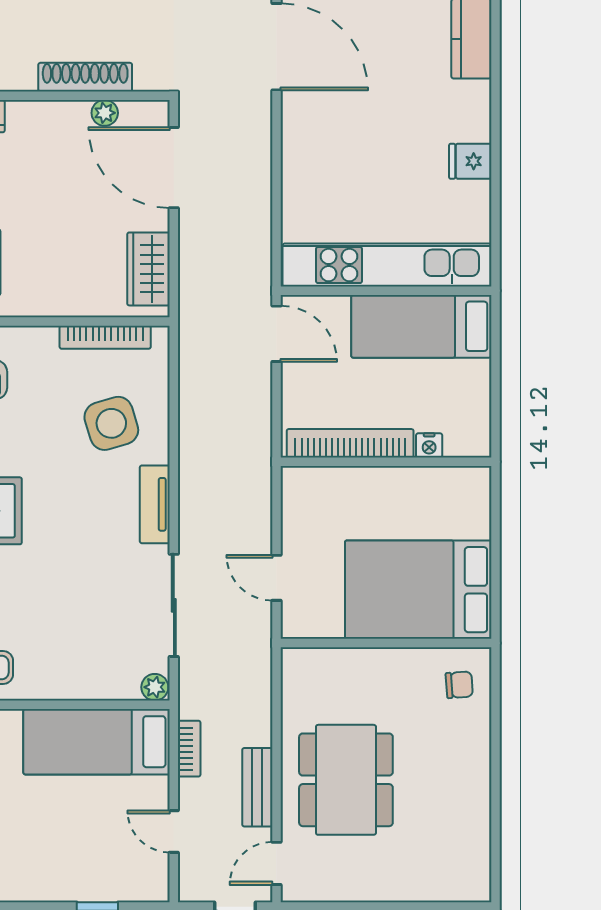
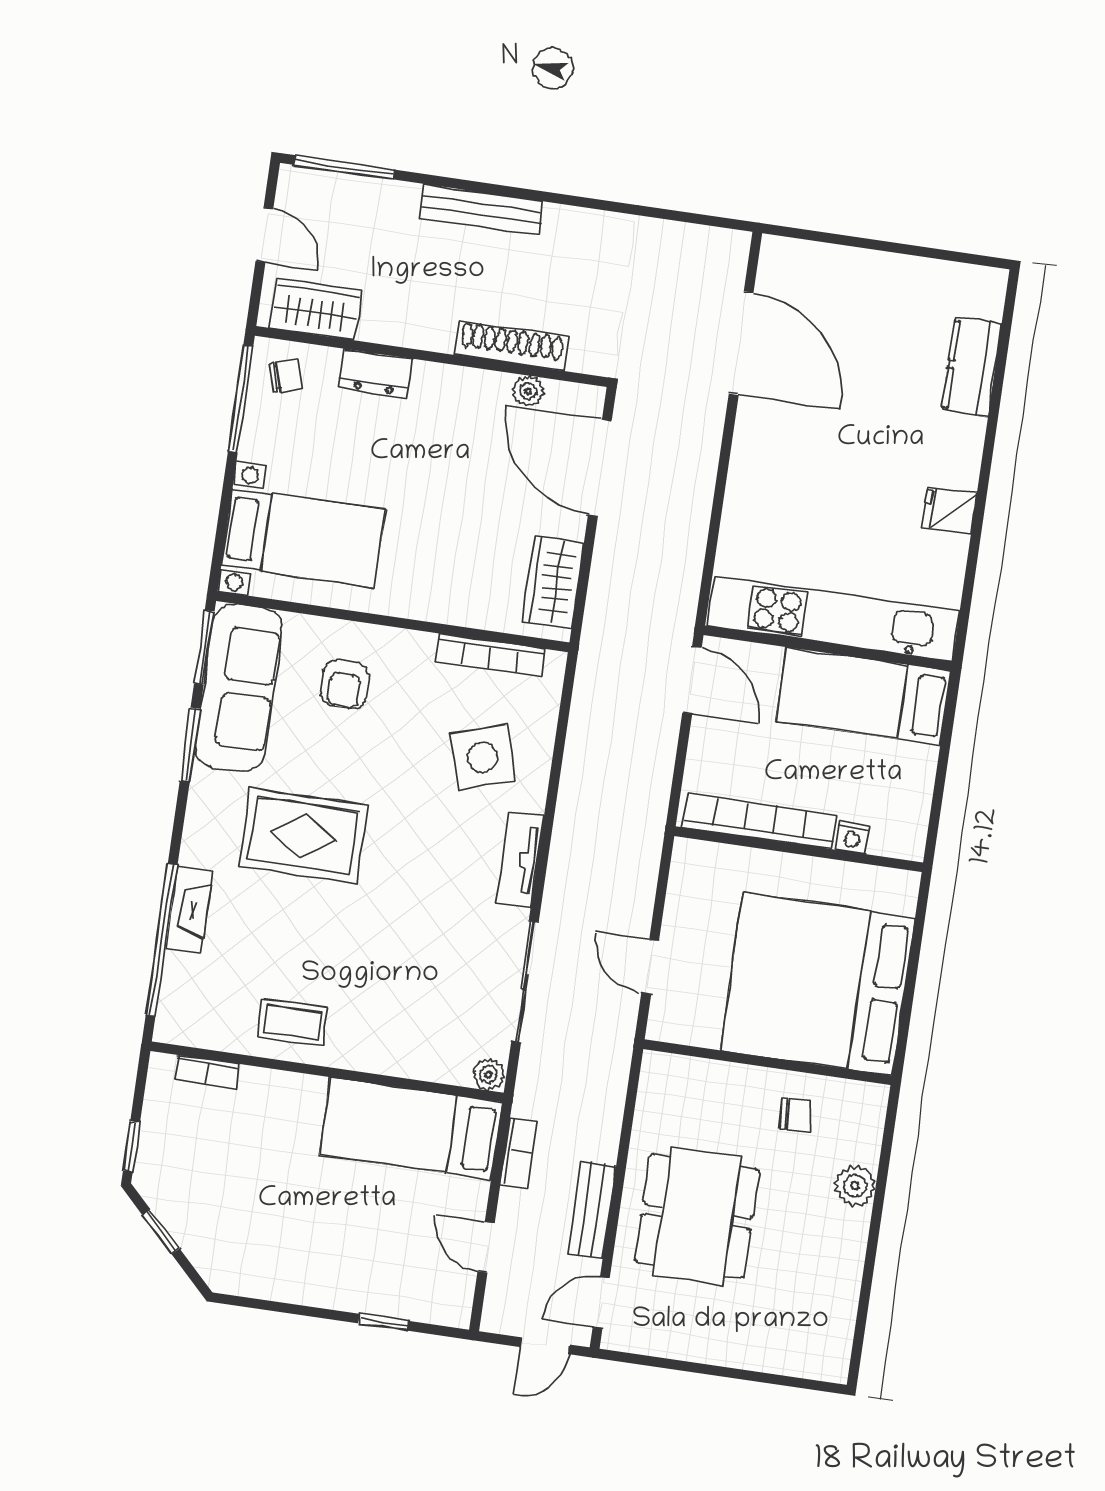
bed: (418, 590) -> (818, 984), width x1.36
chair: (459, 685) -> (795, 1115), moved
plant: (474, 735) -> (855, 1186), added

